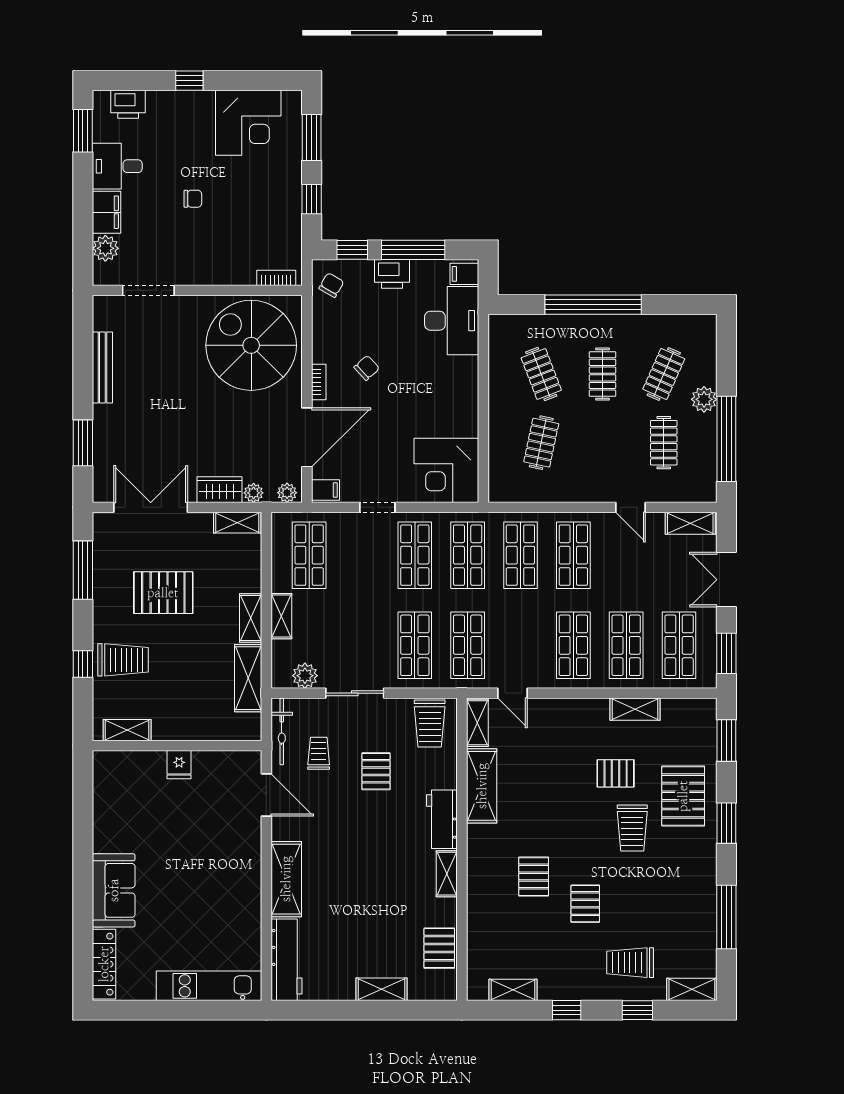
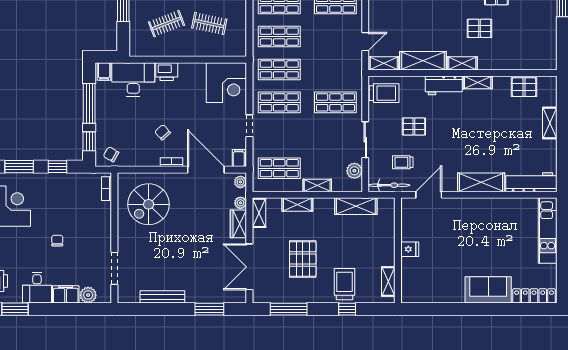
printer: (392, 274) -> (167, 72), moved, turned 90
spiral stairs: (251, 345) -> (149, 204), width x0.73, depth x0.73
shelving: (251, 618) -> (297, 205), moved
shop shelf: (468, 645) -> (335, 69), removed
shelving: (513, 990) -> (462, 63), moved, turned 90

